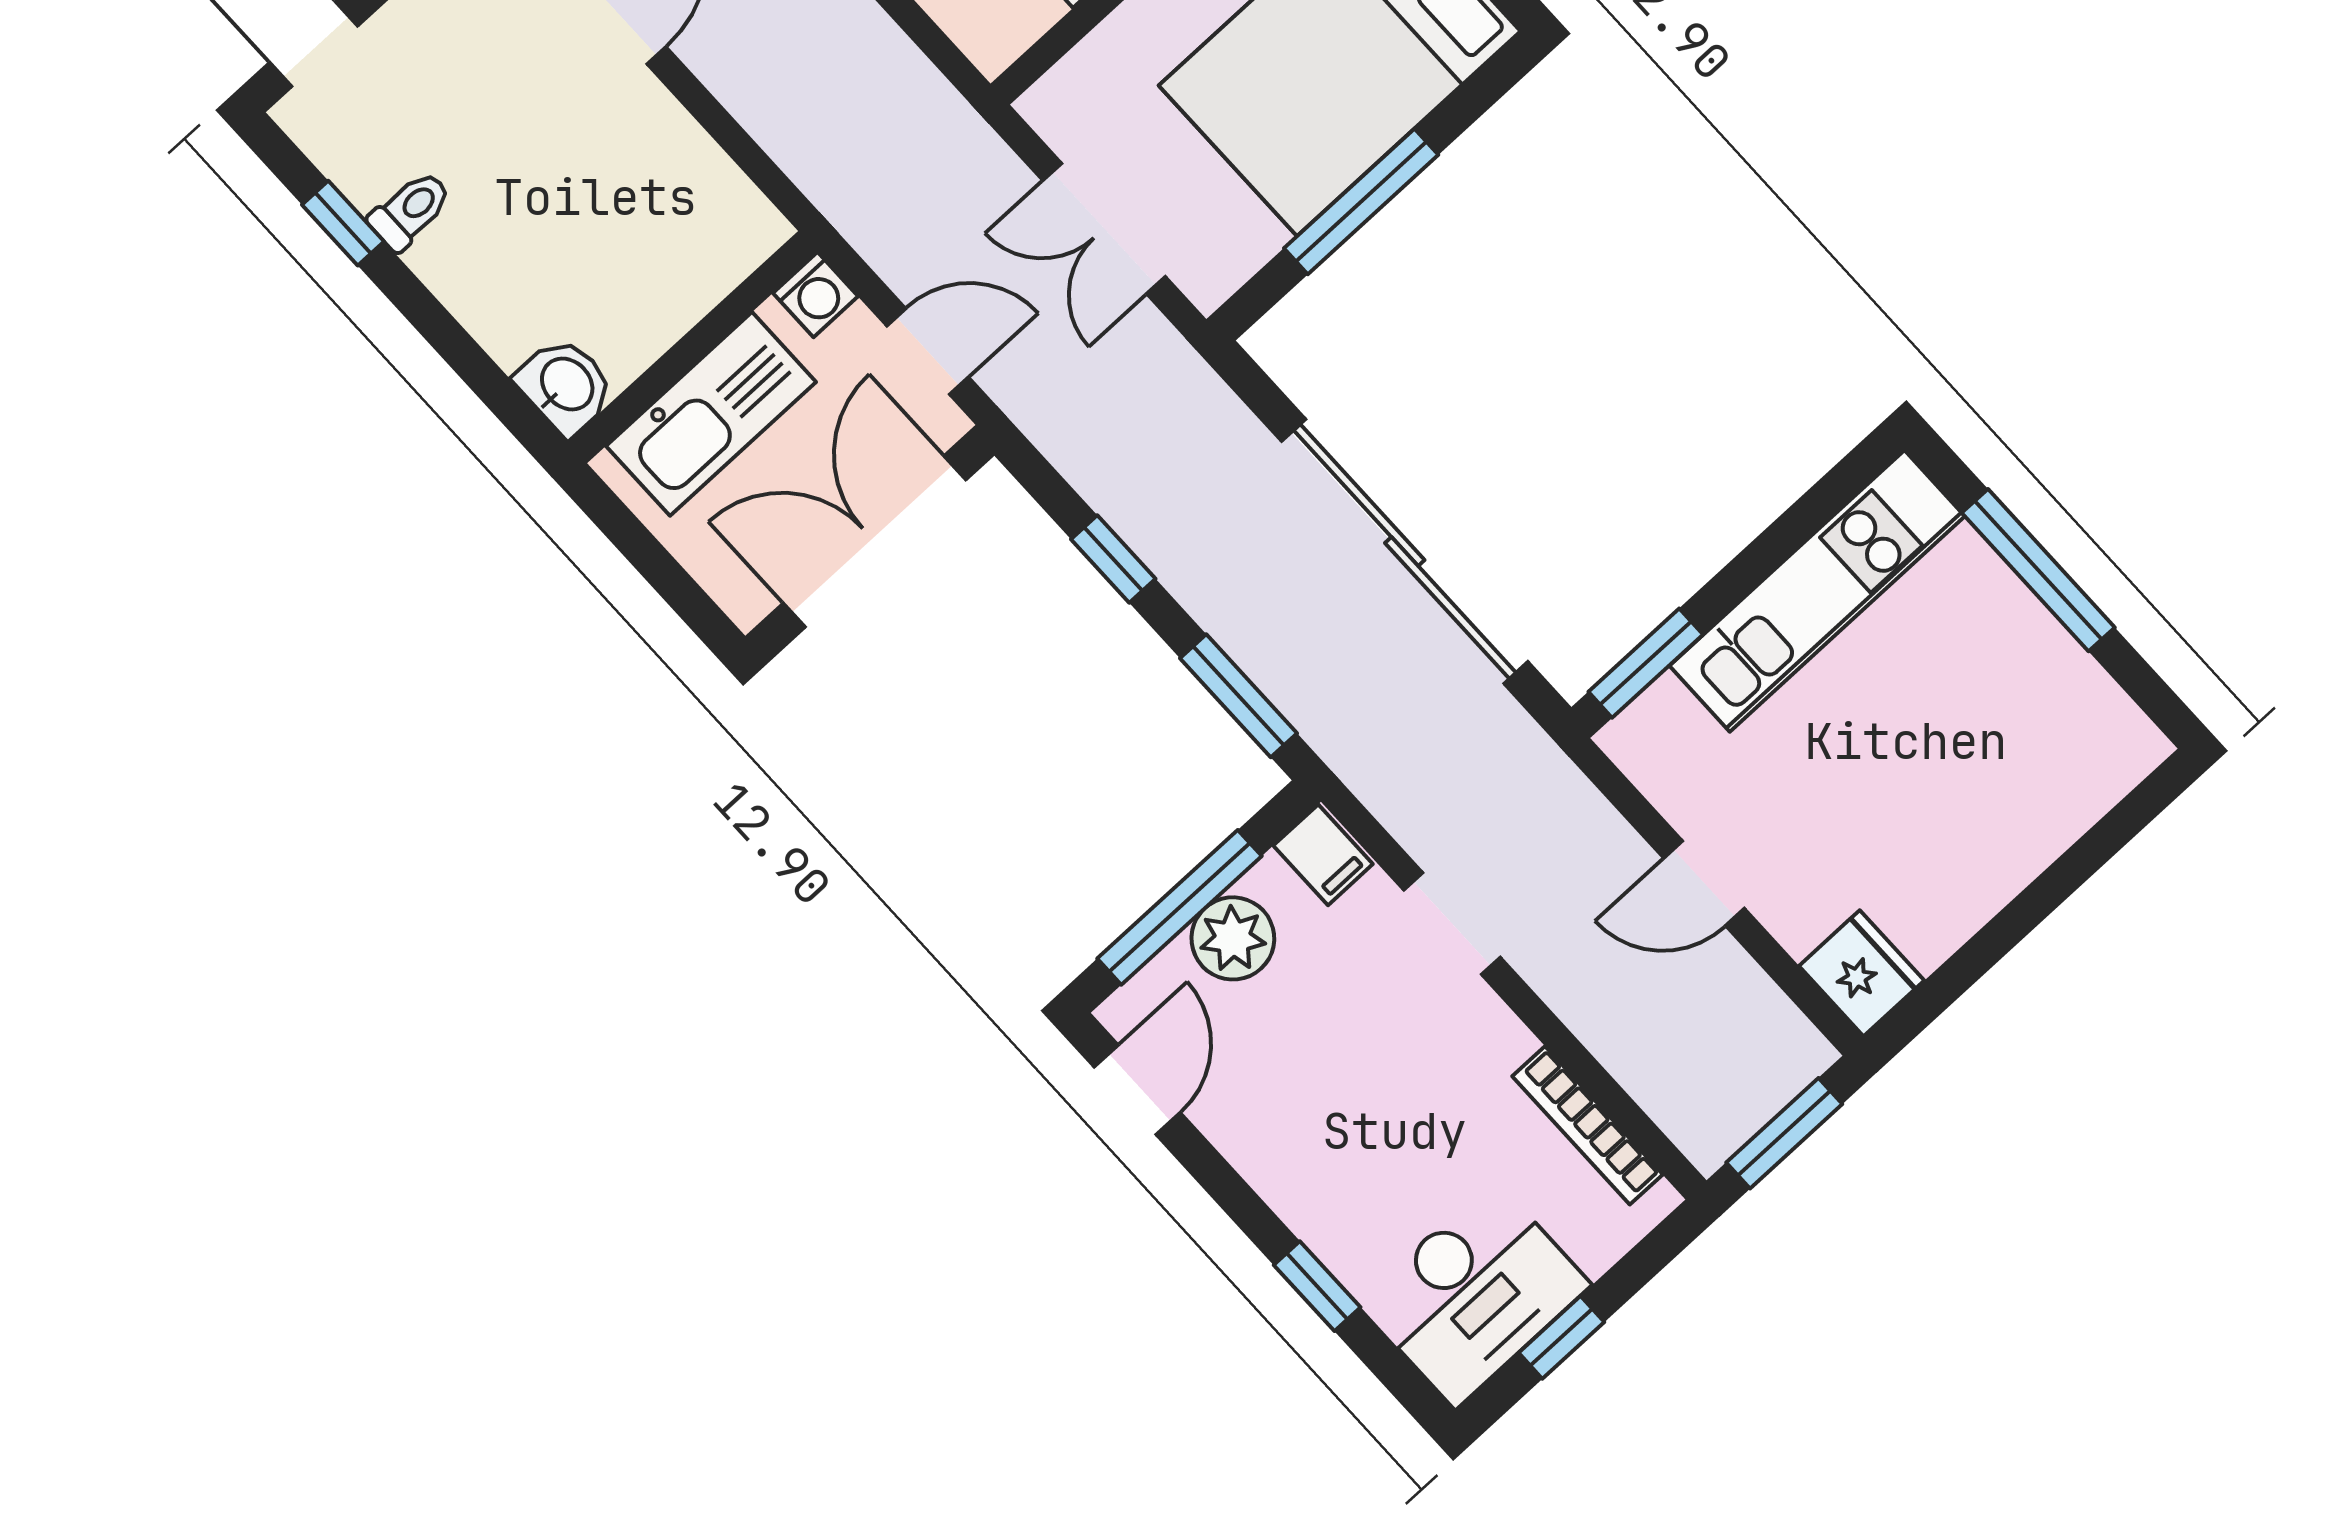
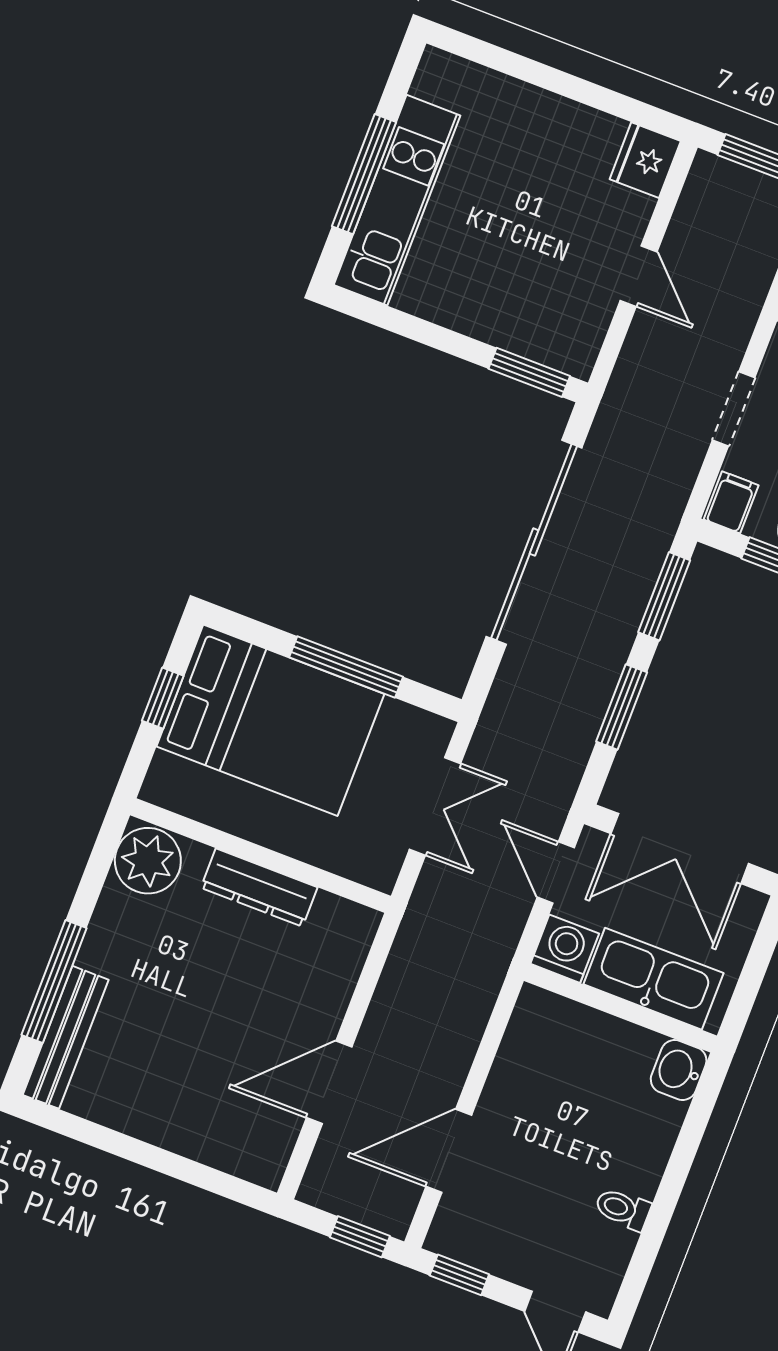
window: (343, 223) -> (649, 1244), removed
washing machine: (816, 295) -> (565, 949), width x1.38, depth x1.38
window: (1113, 559) -> (622, 707), width x1.50
kitchen unit: (1817, 591) -> (397, 200), moved, turned 90

